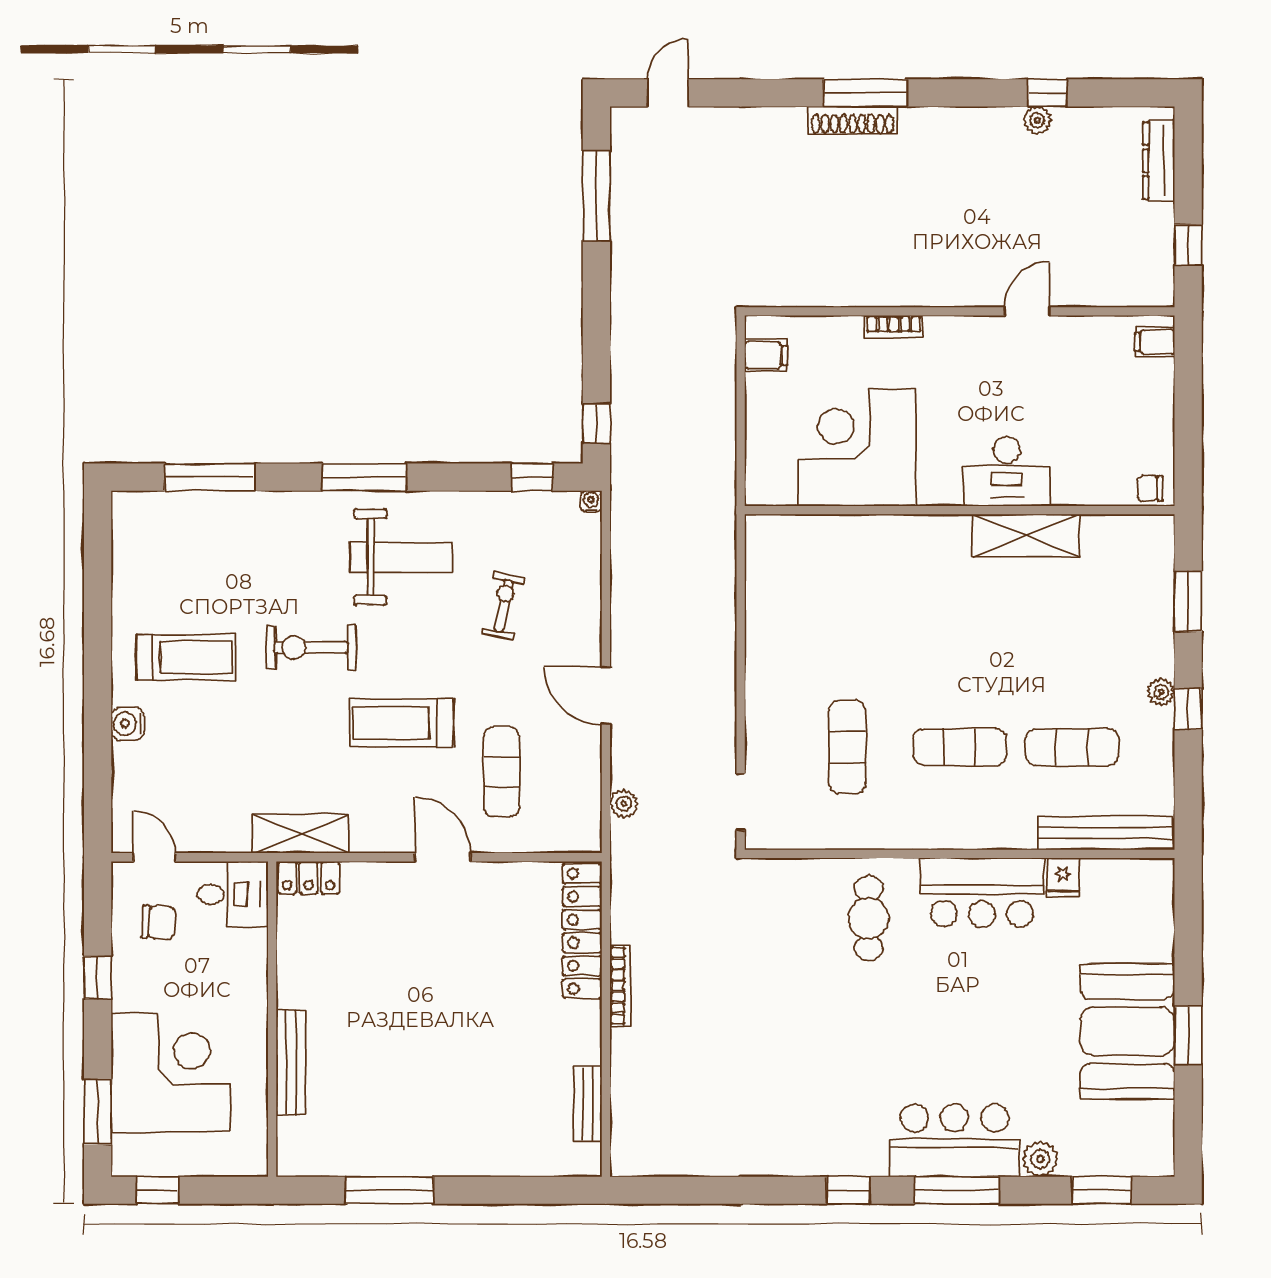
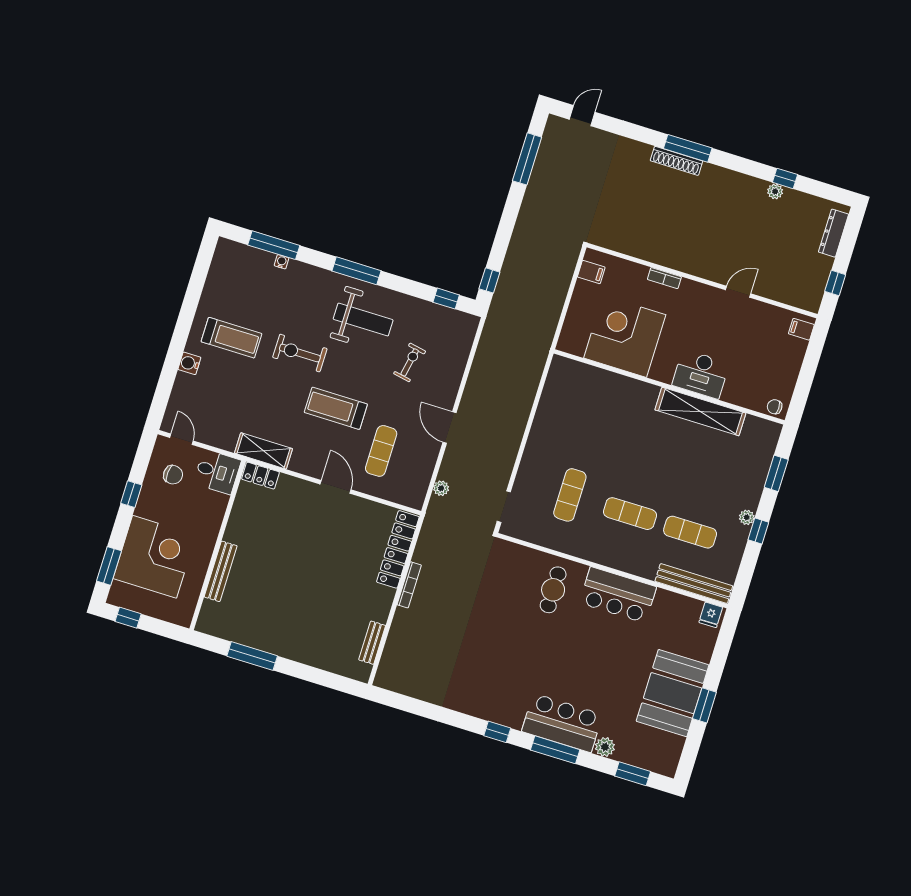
water cooler: (591, 501) -> (282, 262), moved
shelving: (1026, 536) -> (700, 412), width x1.47
fridge: (1063, 877) -> (711, 615), moved

